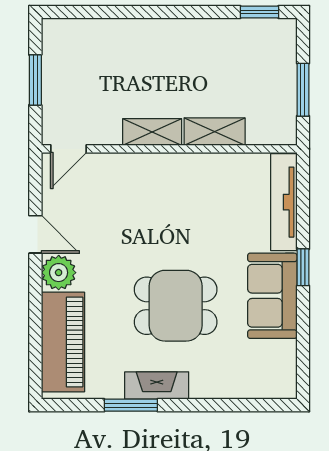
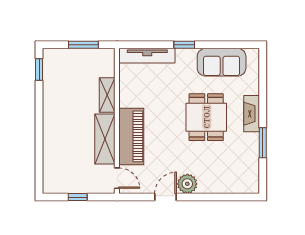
window: (35, 80) -> (78, 197), width x0.67
shelving: (152, 132) -> (105, 139), width x1.50, depth x1.33
sofa: (272, 296) -> (222, 62), moved
piano: (63, 342) -> (131, 136), moved, turned 90
fireplace: (157, 386) -> (252, 114), moved

